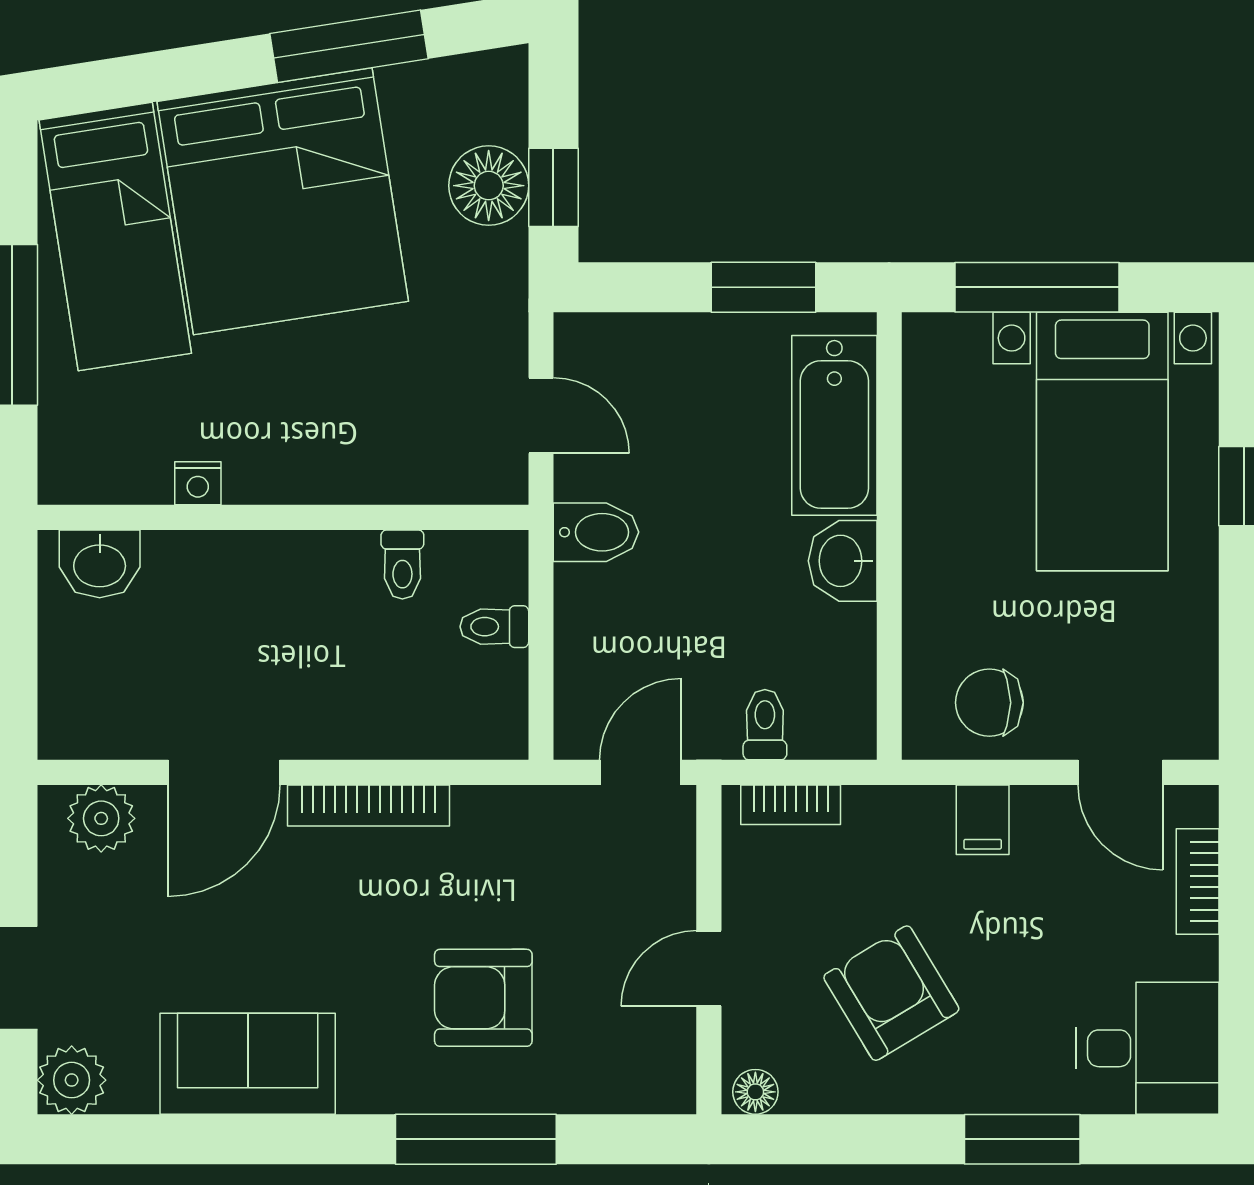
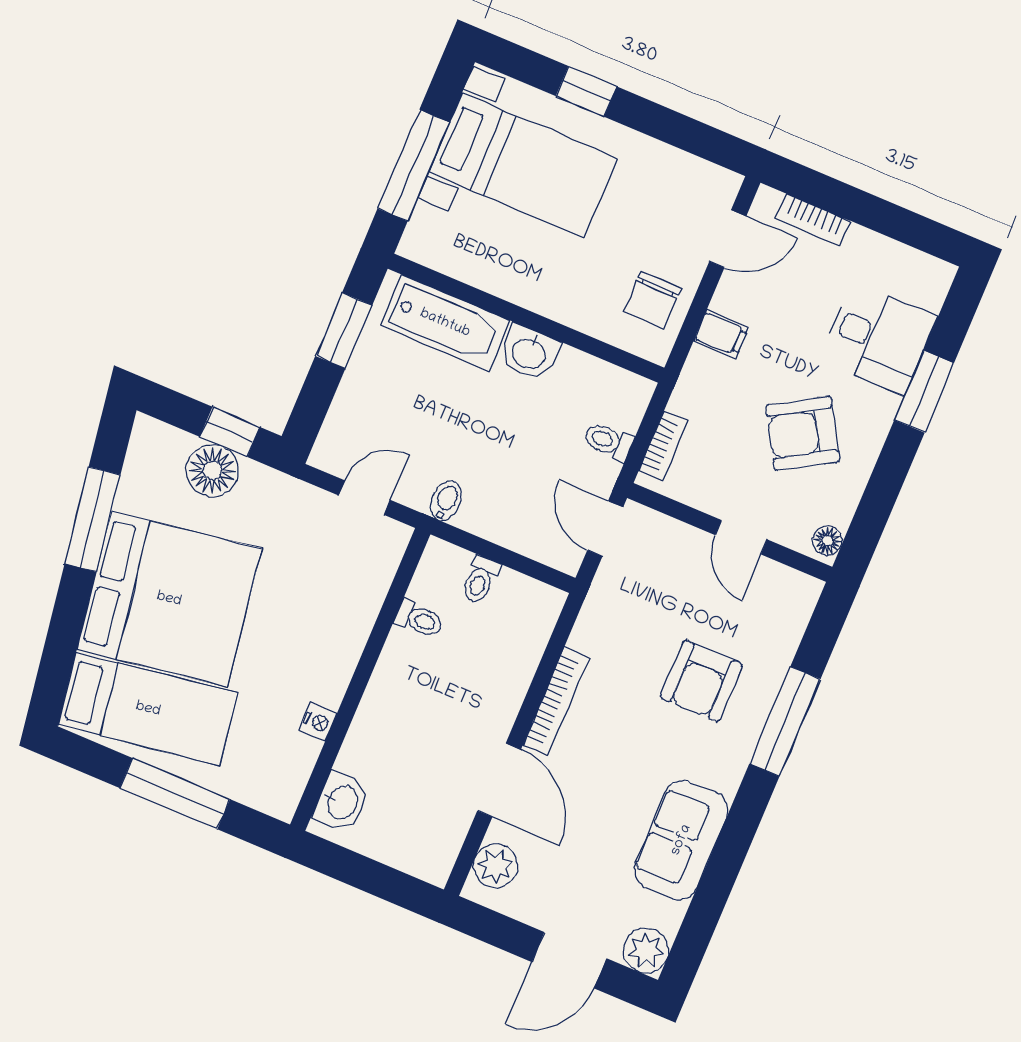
bidet: (596, 532) -> (446, 501), width x0.72, depth x0.74
desk: (1148, 1048) -> (878, 338), moved, turned 90

